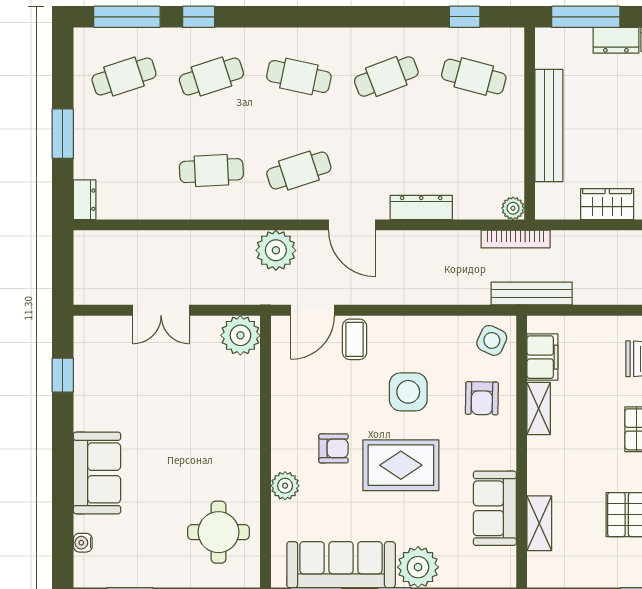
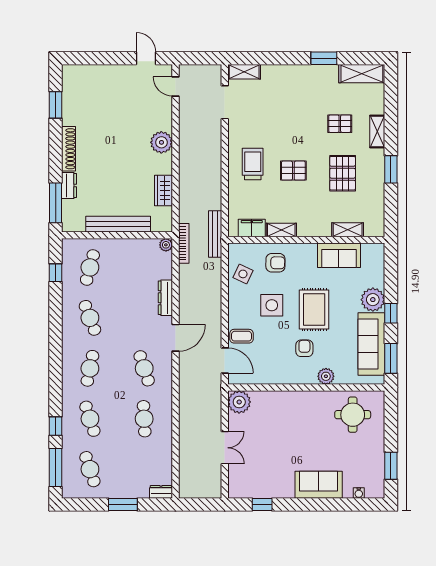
plant: (276, 250) -> (190, 382), removed
side table: (492, 340) -> (243, 274), moved

